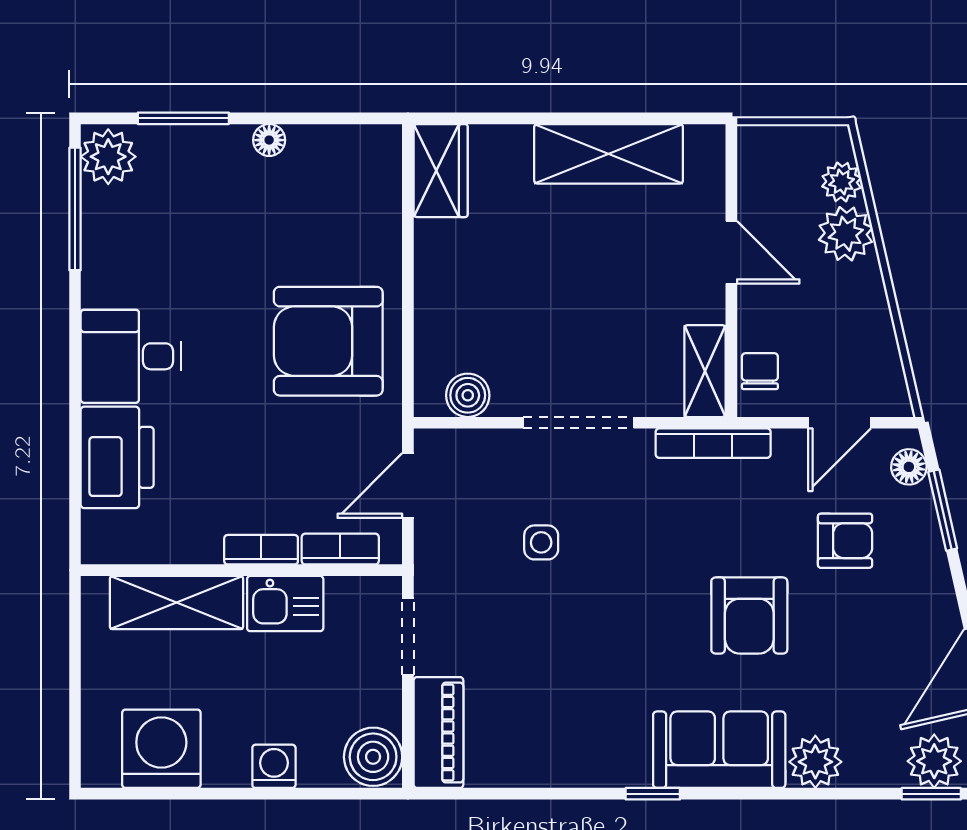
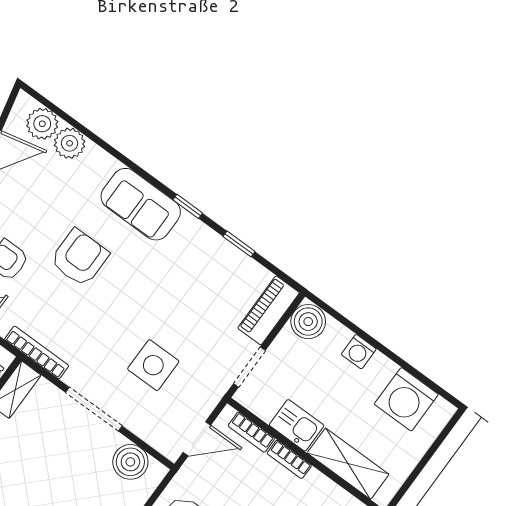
boiler: (468, 395) -> (130, 462), width x1.36, depth x1.36
side table: (541, 542) -> (153, 365), width x1.87, depth x1.87
plant: (815, 762) -> (70, 143), moved
window: (931, 794) -> (239, 244), moved

